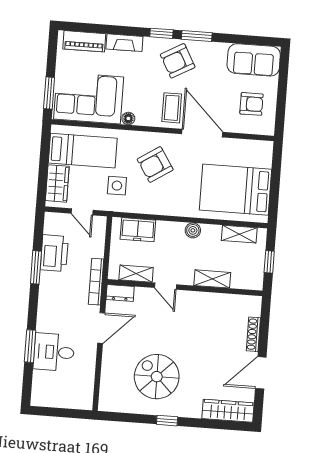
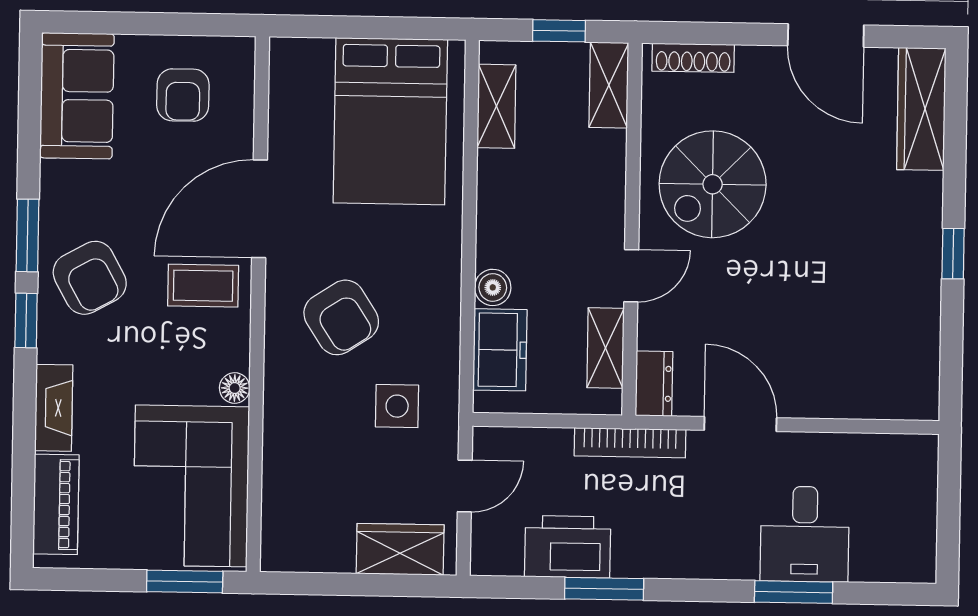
armchair: (251, 104) -> (183, 95), turned 180
bed: (83, 151) -> (318, 493), removed
boiler: (193, 230) -> (493, 287), moved
shelving: (212, 279) -> (609, 85), moved
shoe rack: (253, 334) -> (693, 58), moved
spiral stairs: (157, 377) -> (713, 184), moved

